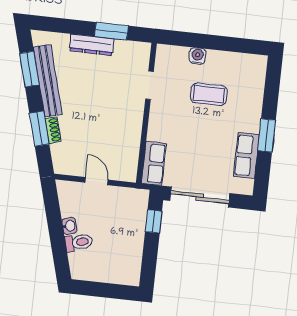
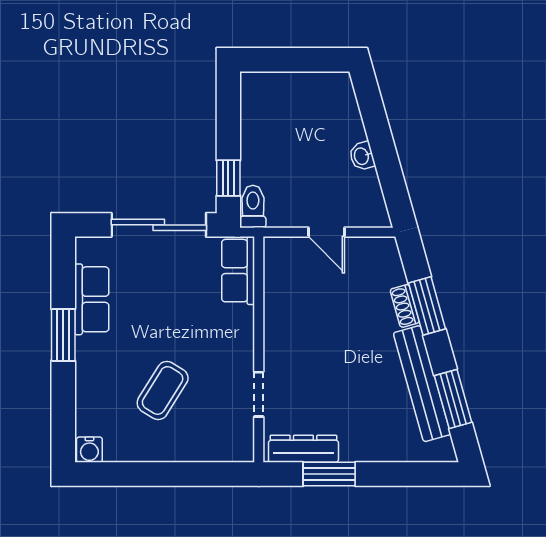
dresser: (92, 45) -> (303, 449), moved
water cooler: (197, 56) -> (89, 450), moved
coffee table: (209, 94) -> (163, 390), turned -58
toilet: (79, 242) -> (253, 206), moved, turned 106

